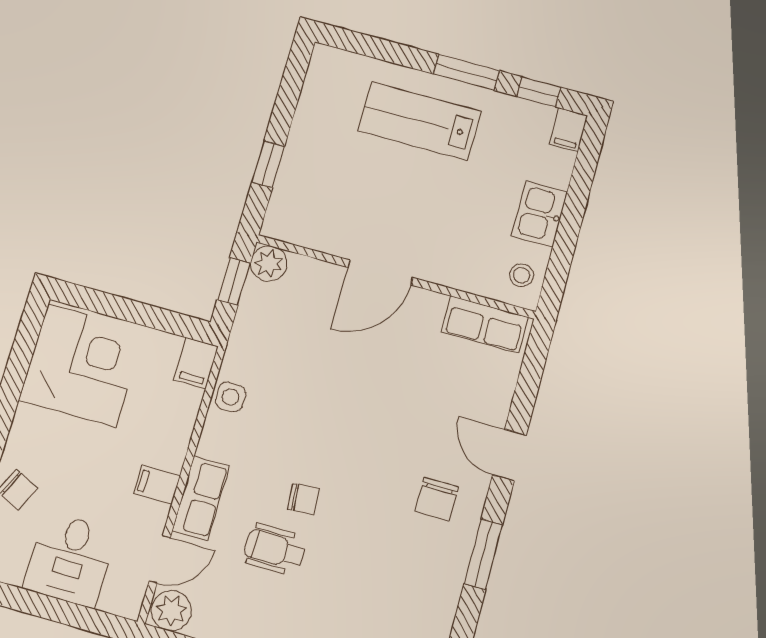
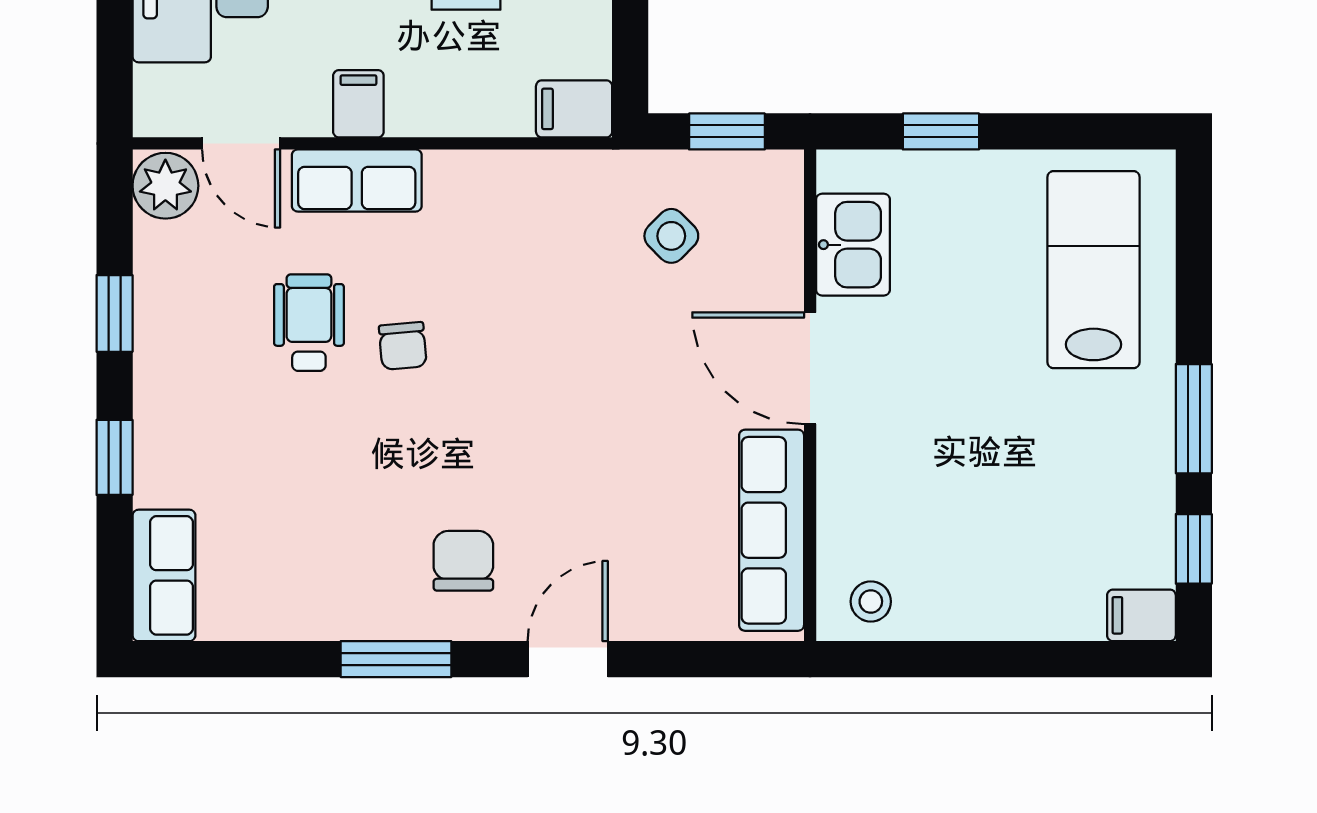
lab bench: (419, 121) -> (1093, 270), moved
kitchen sink: (539, 214) -> (853, 245), moved, turned 90
plant: (269, 264) -> (773, 180), removed
row of seats: (485, 324) -> (772, 530), width x1.48
side table: (230, 397) -> (671, 236), moved, turned 45
chair: (437, 499) -> (463, 561), turned 90

